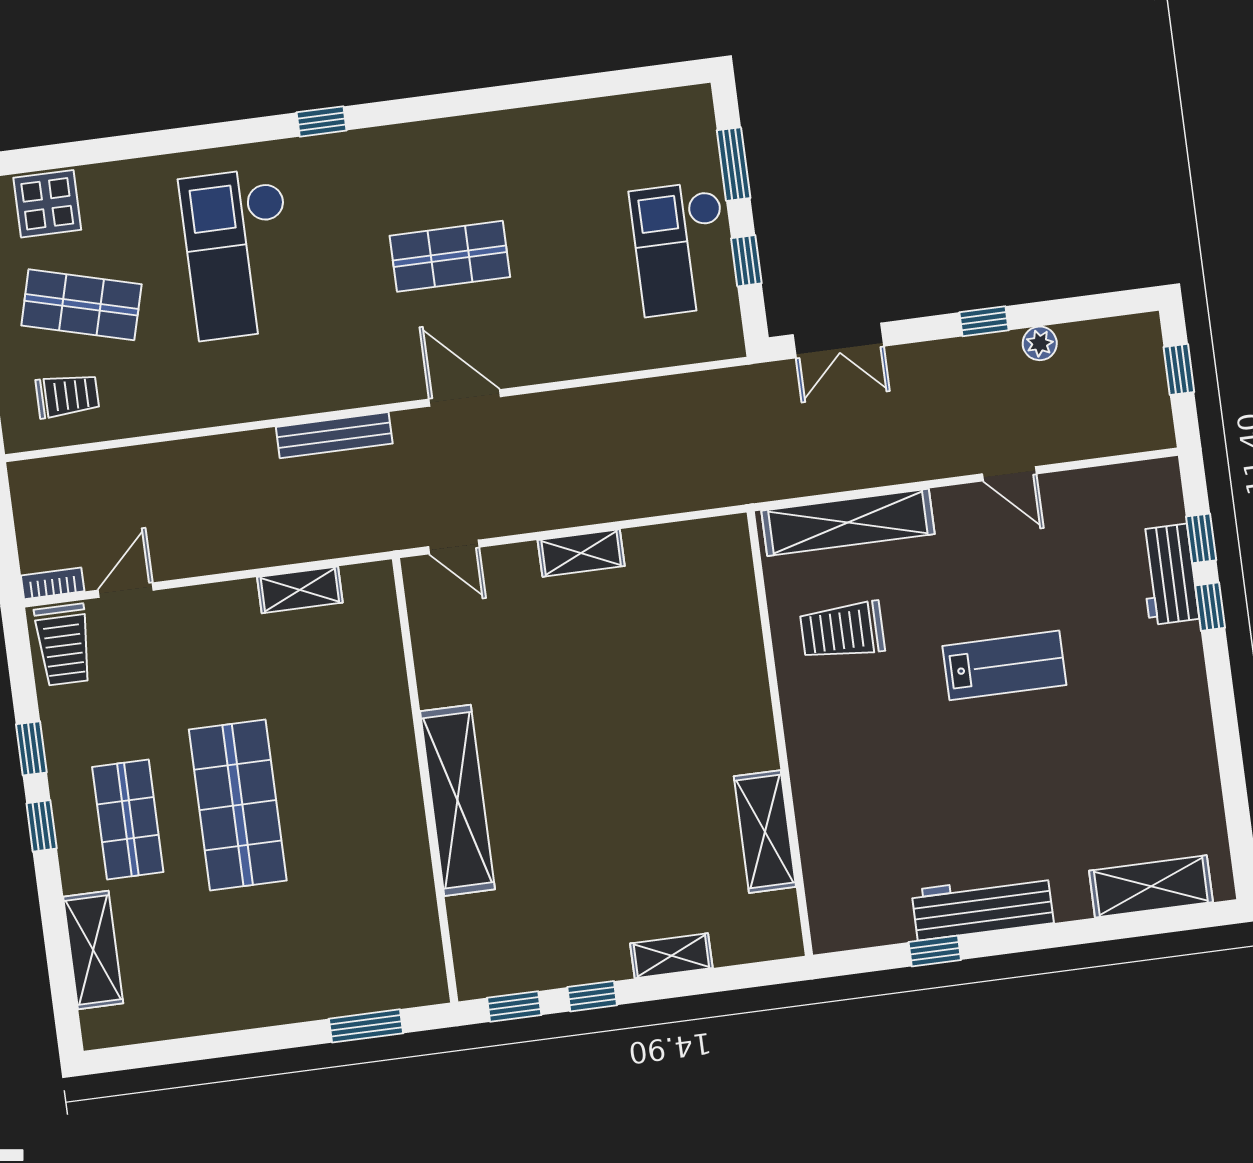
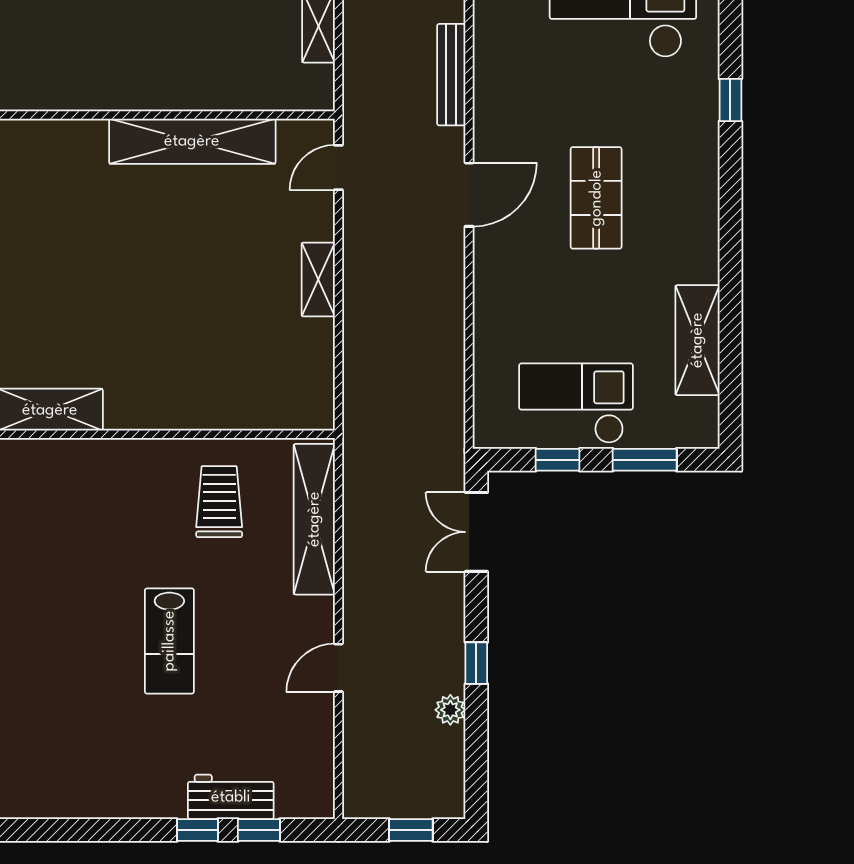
shelving: (593, 123) -> (697, 340), added
shelving: (458, 800) -> (192, 141), moved

